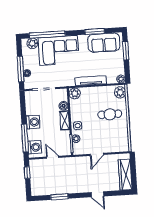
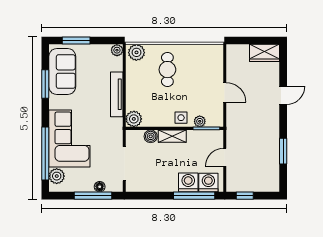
washing machine: (33, 122) -> (188, 182), moved
wardrobe: (125, 175) -> (264, 53), width x0.67

